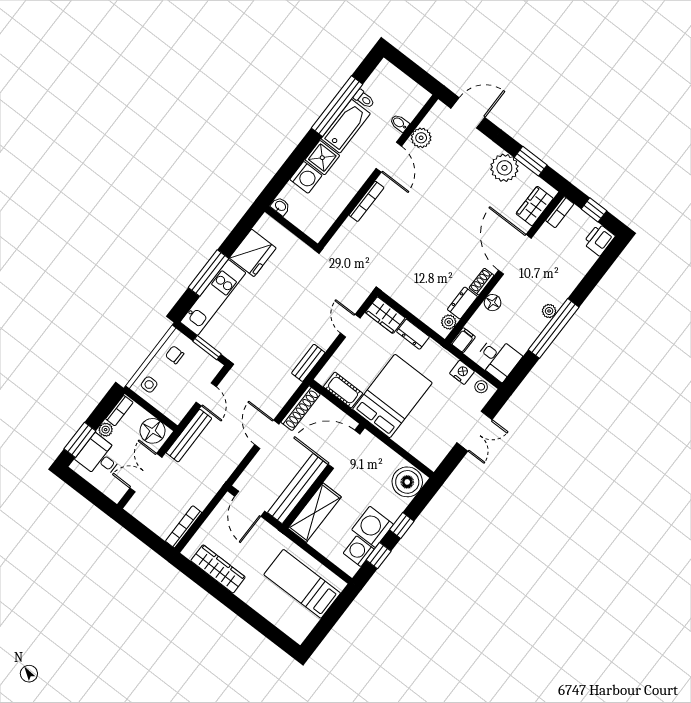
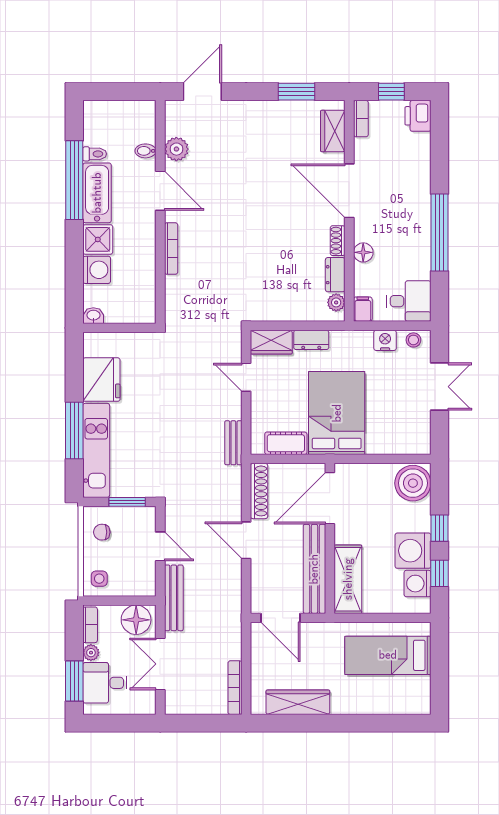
plant: (504, 168) -> (277, 117), removed
plant: (549, 311) -> (423, 219), removed

